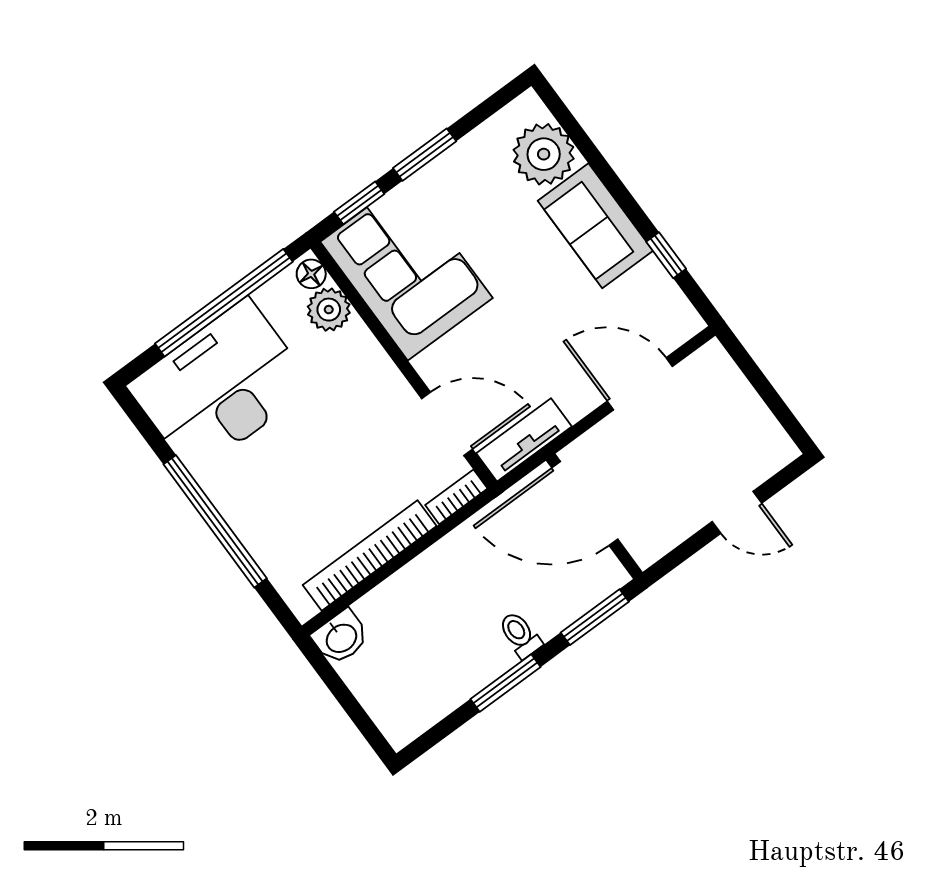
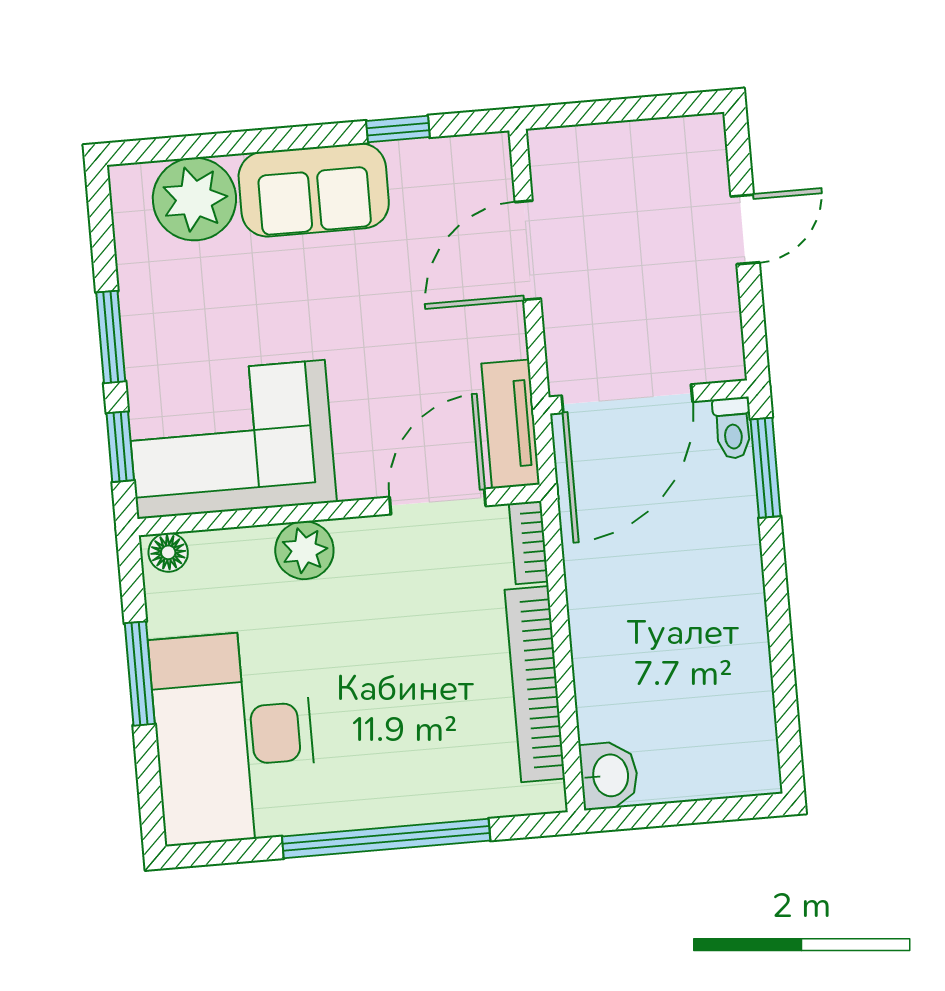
window: (224, 303) -> (140, 674), width x0.47
plant: (329, 310) -> (304, 550), moved
toilet: (520, 635) -> (733, 428), moved, turned -90
window: (505, 683) -> (778, 618), removed

